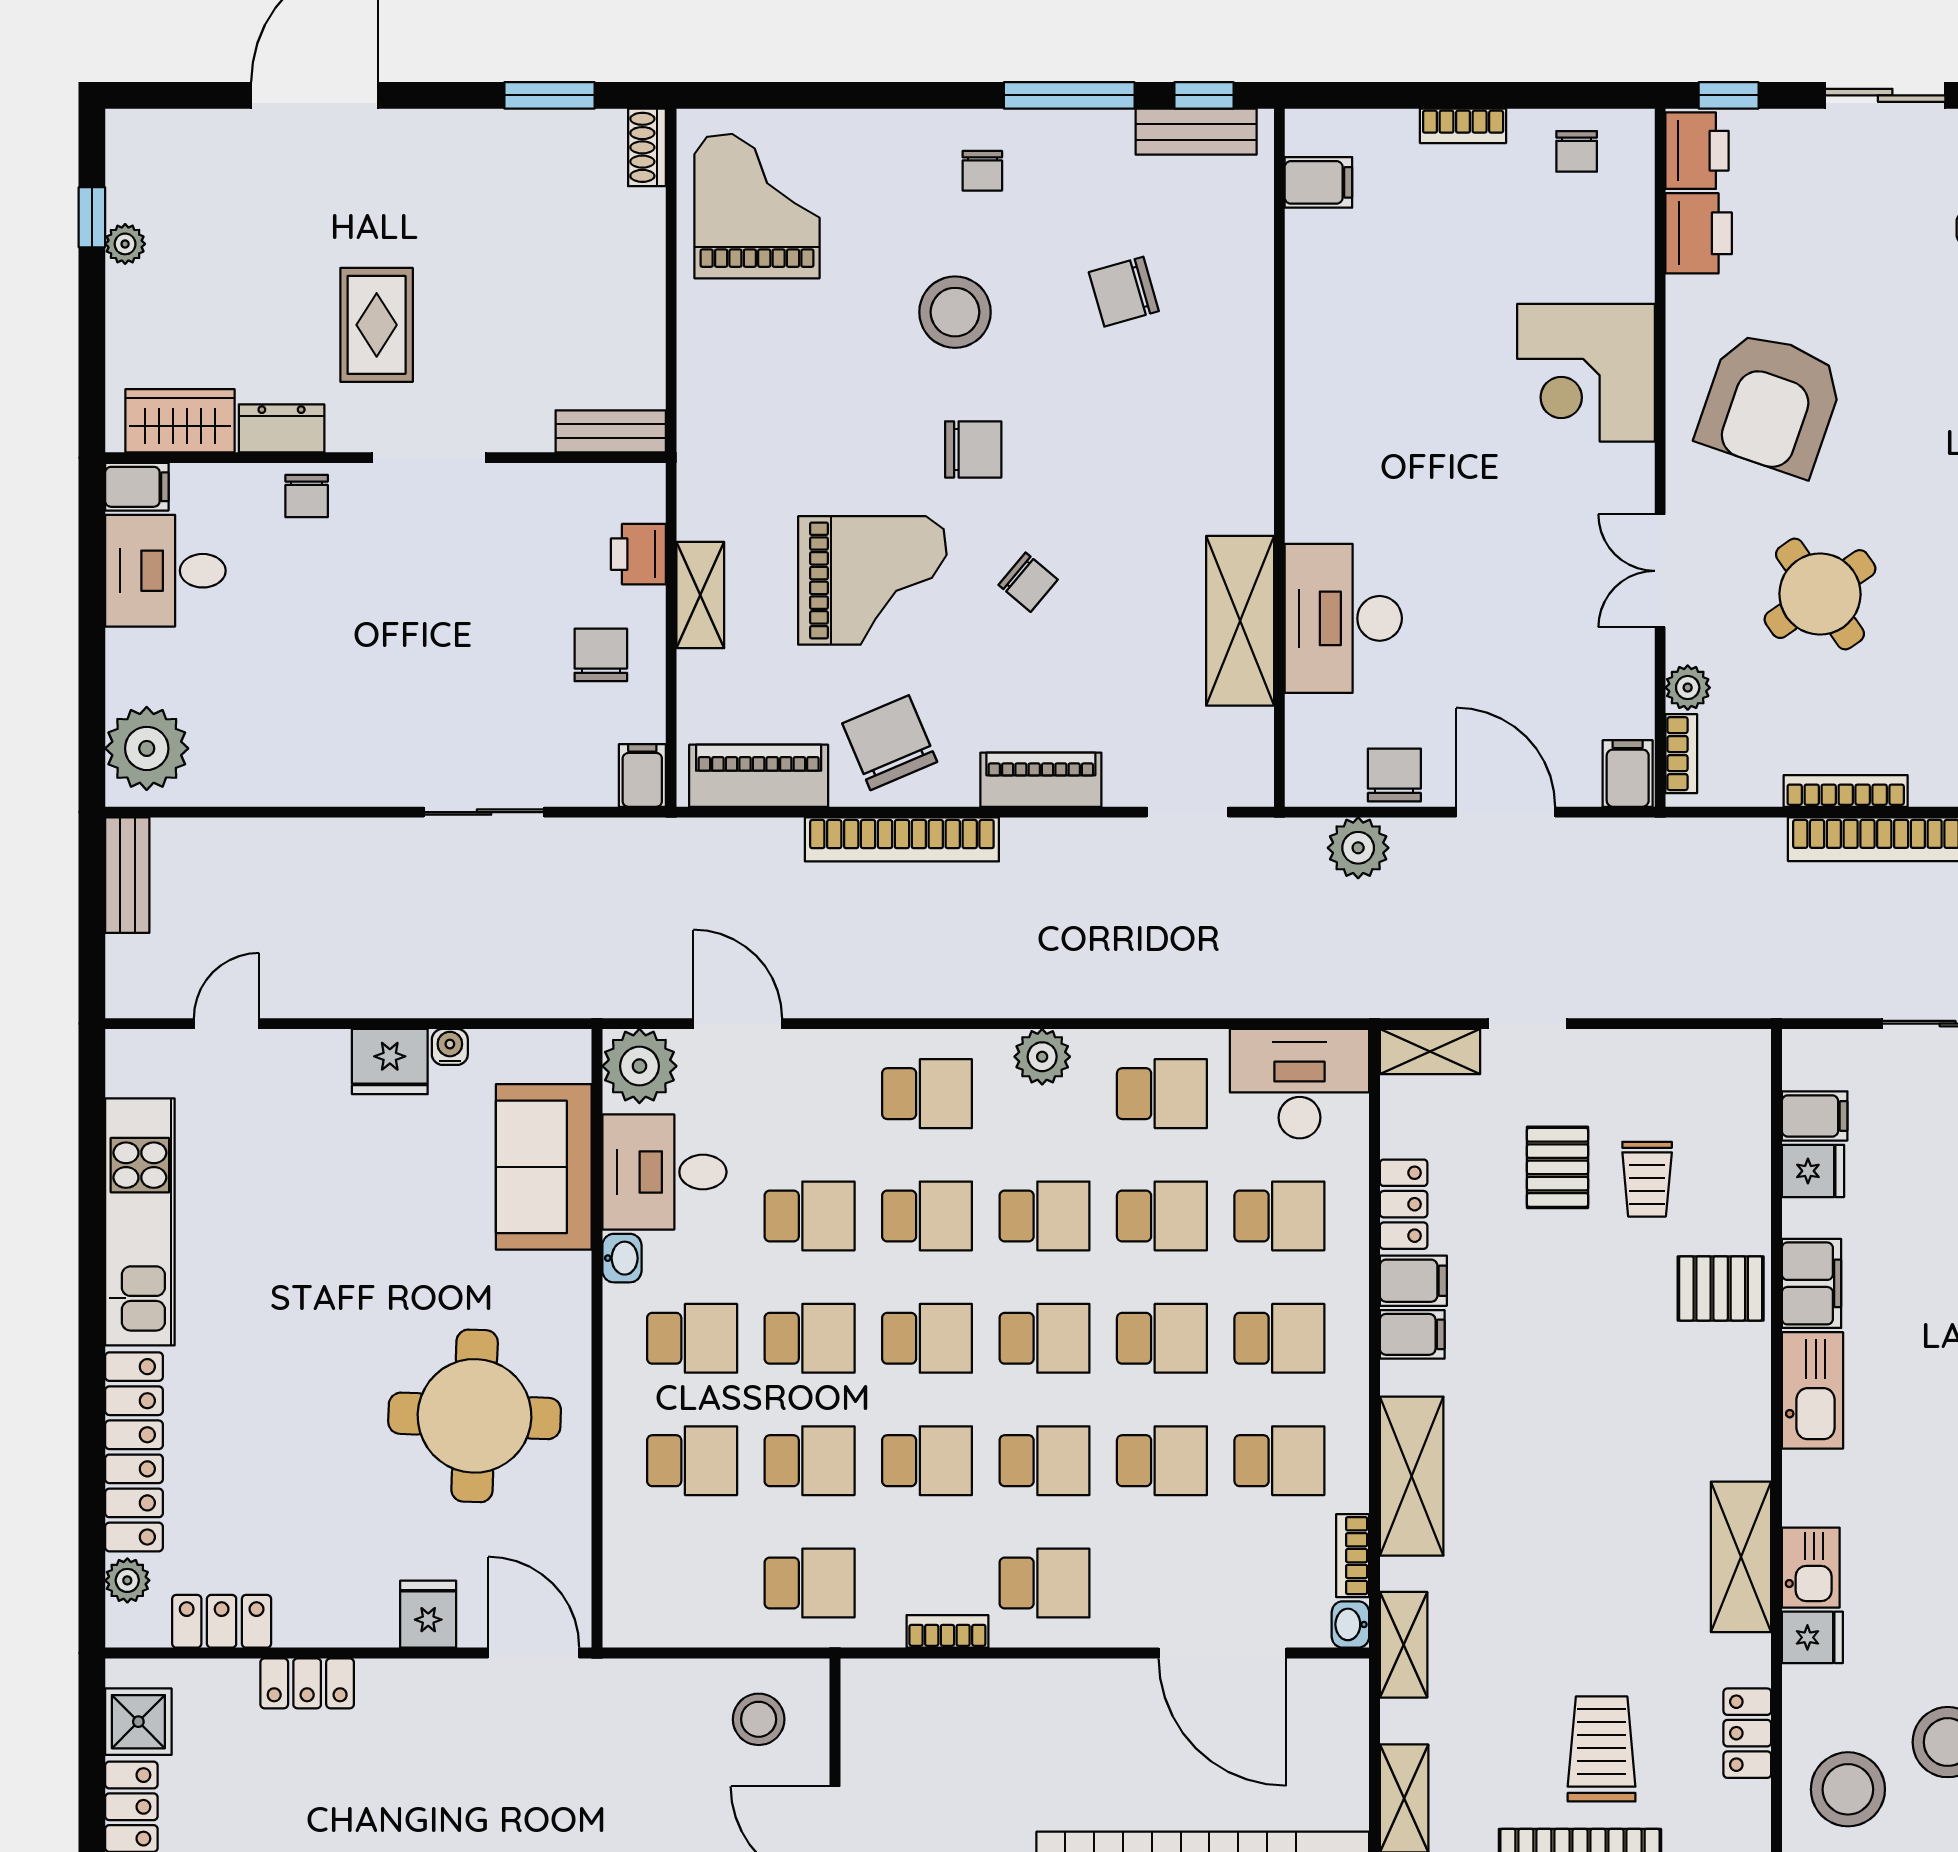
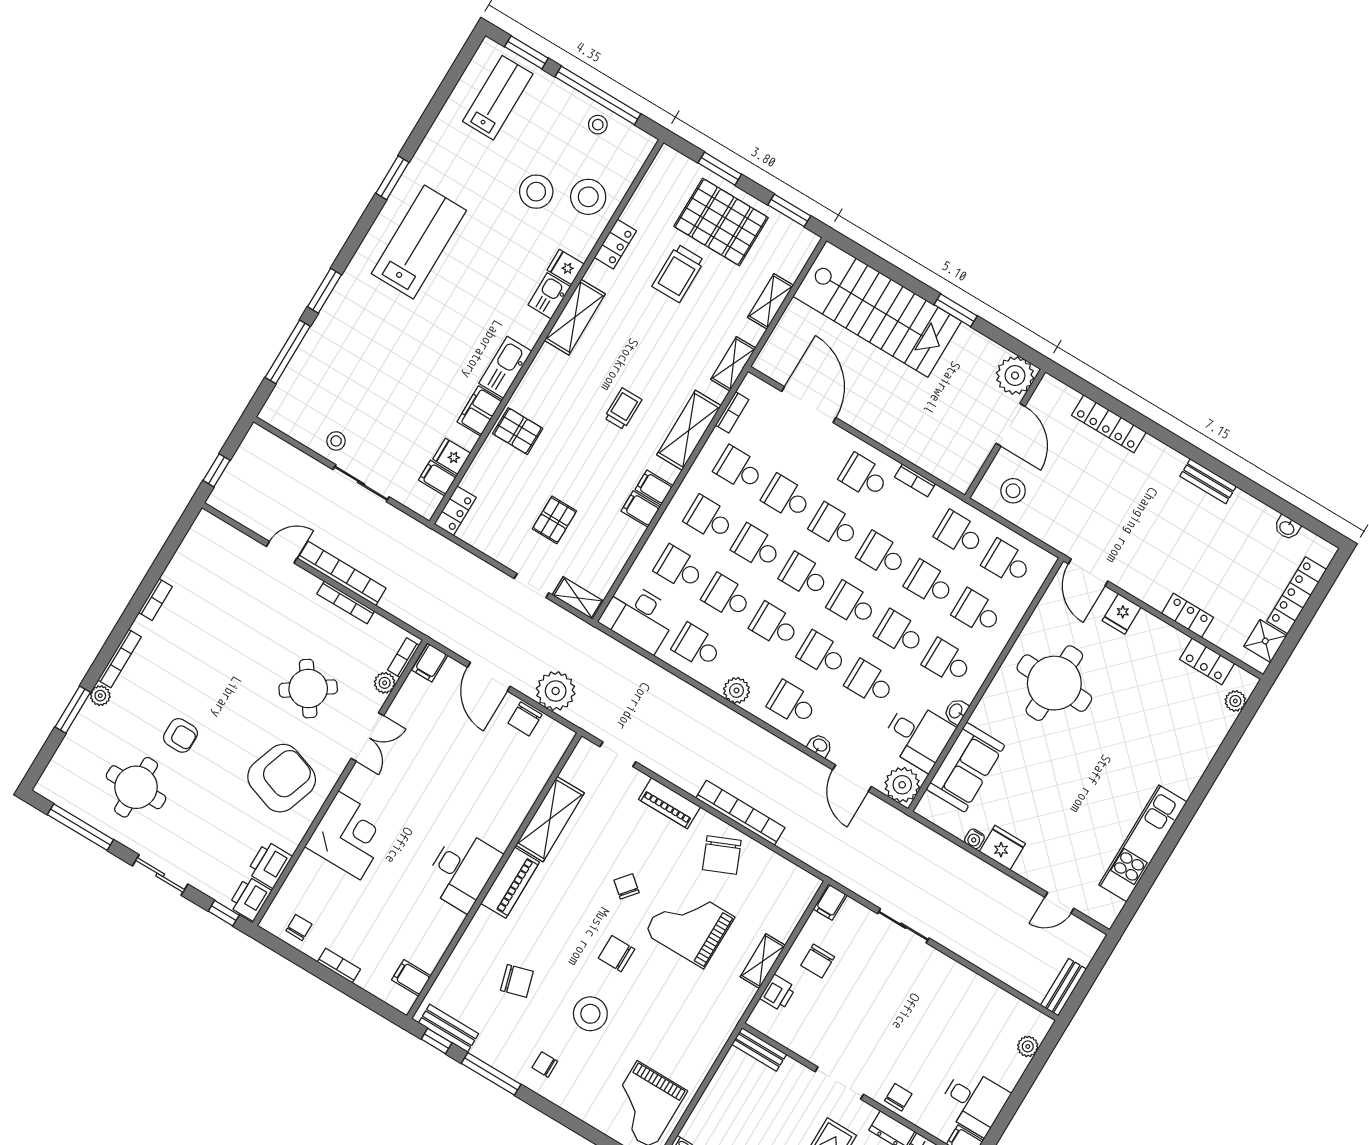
chair: (982, 171) -> (545, 1064), turned -90
desk: (1343, 618) -> (462, 870), moved
plant: (147, 748) -> (1028, 1046), width x0.53, depth x0.53
piano: (759, 776) -> (510, 883), moved, turned -90
plant: (1358, 848) -> (556, 691), width x1.36, depth x1.36
trolley: (1647, 1179) -> (623, 409), moved
locker: (1404, 1204) -> (455, 511), moved, turned 180
locker: (134, 1452) -> (1201, 752), removed
school desk: (692, 1583) -> (1007, 562), added
washbasin: (1350, 1624) -> (820, 746), moved, turned -90

